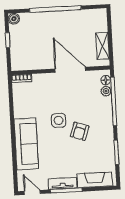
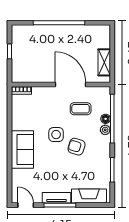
boiler: (14, 19) -> (17, 30), removed
floor lamp: (106, 80) -> (106, 119), moved
plant: (106, 91) -> (105, 130), moved
coffee table: (82, 93) -> (81, 109), added
armchair: (80, 131) -> (77, 147), turned 88
sofa: (26, 144) -> (22, 150), width x0.73

